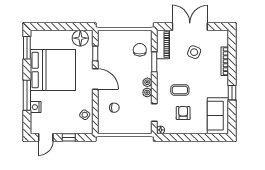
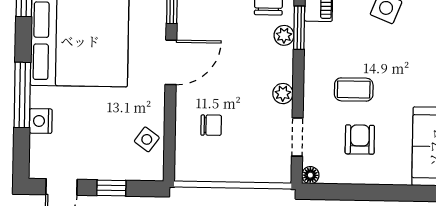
door: (95, 79) -> (171, 62), hinge flipped
plant: (147, 82) -> (284, 35), moved

